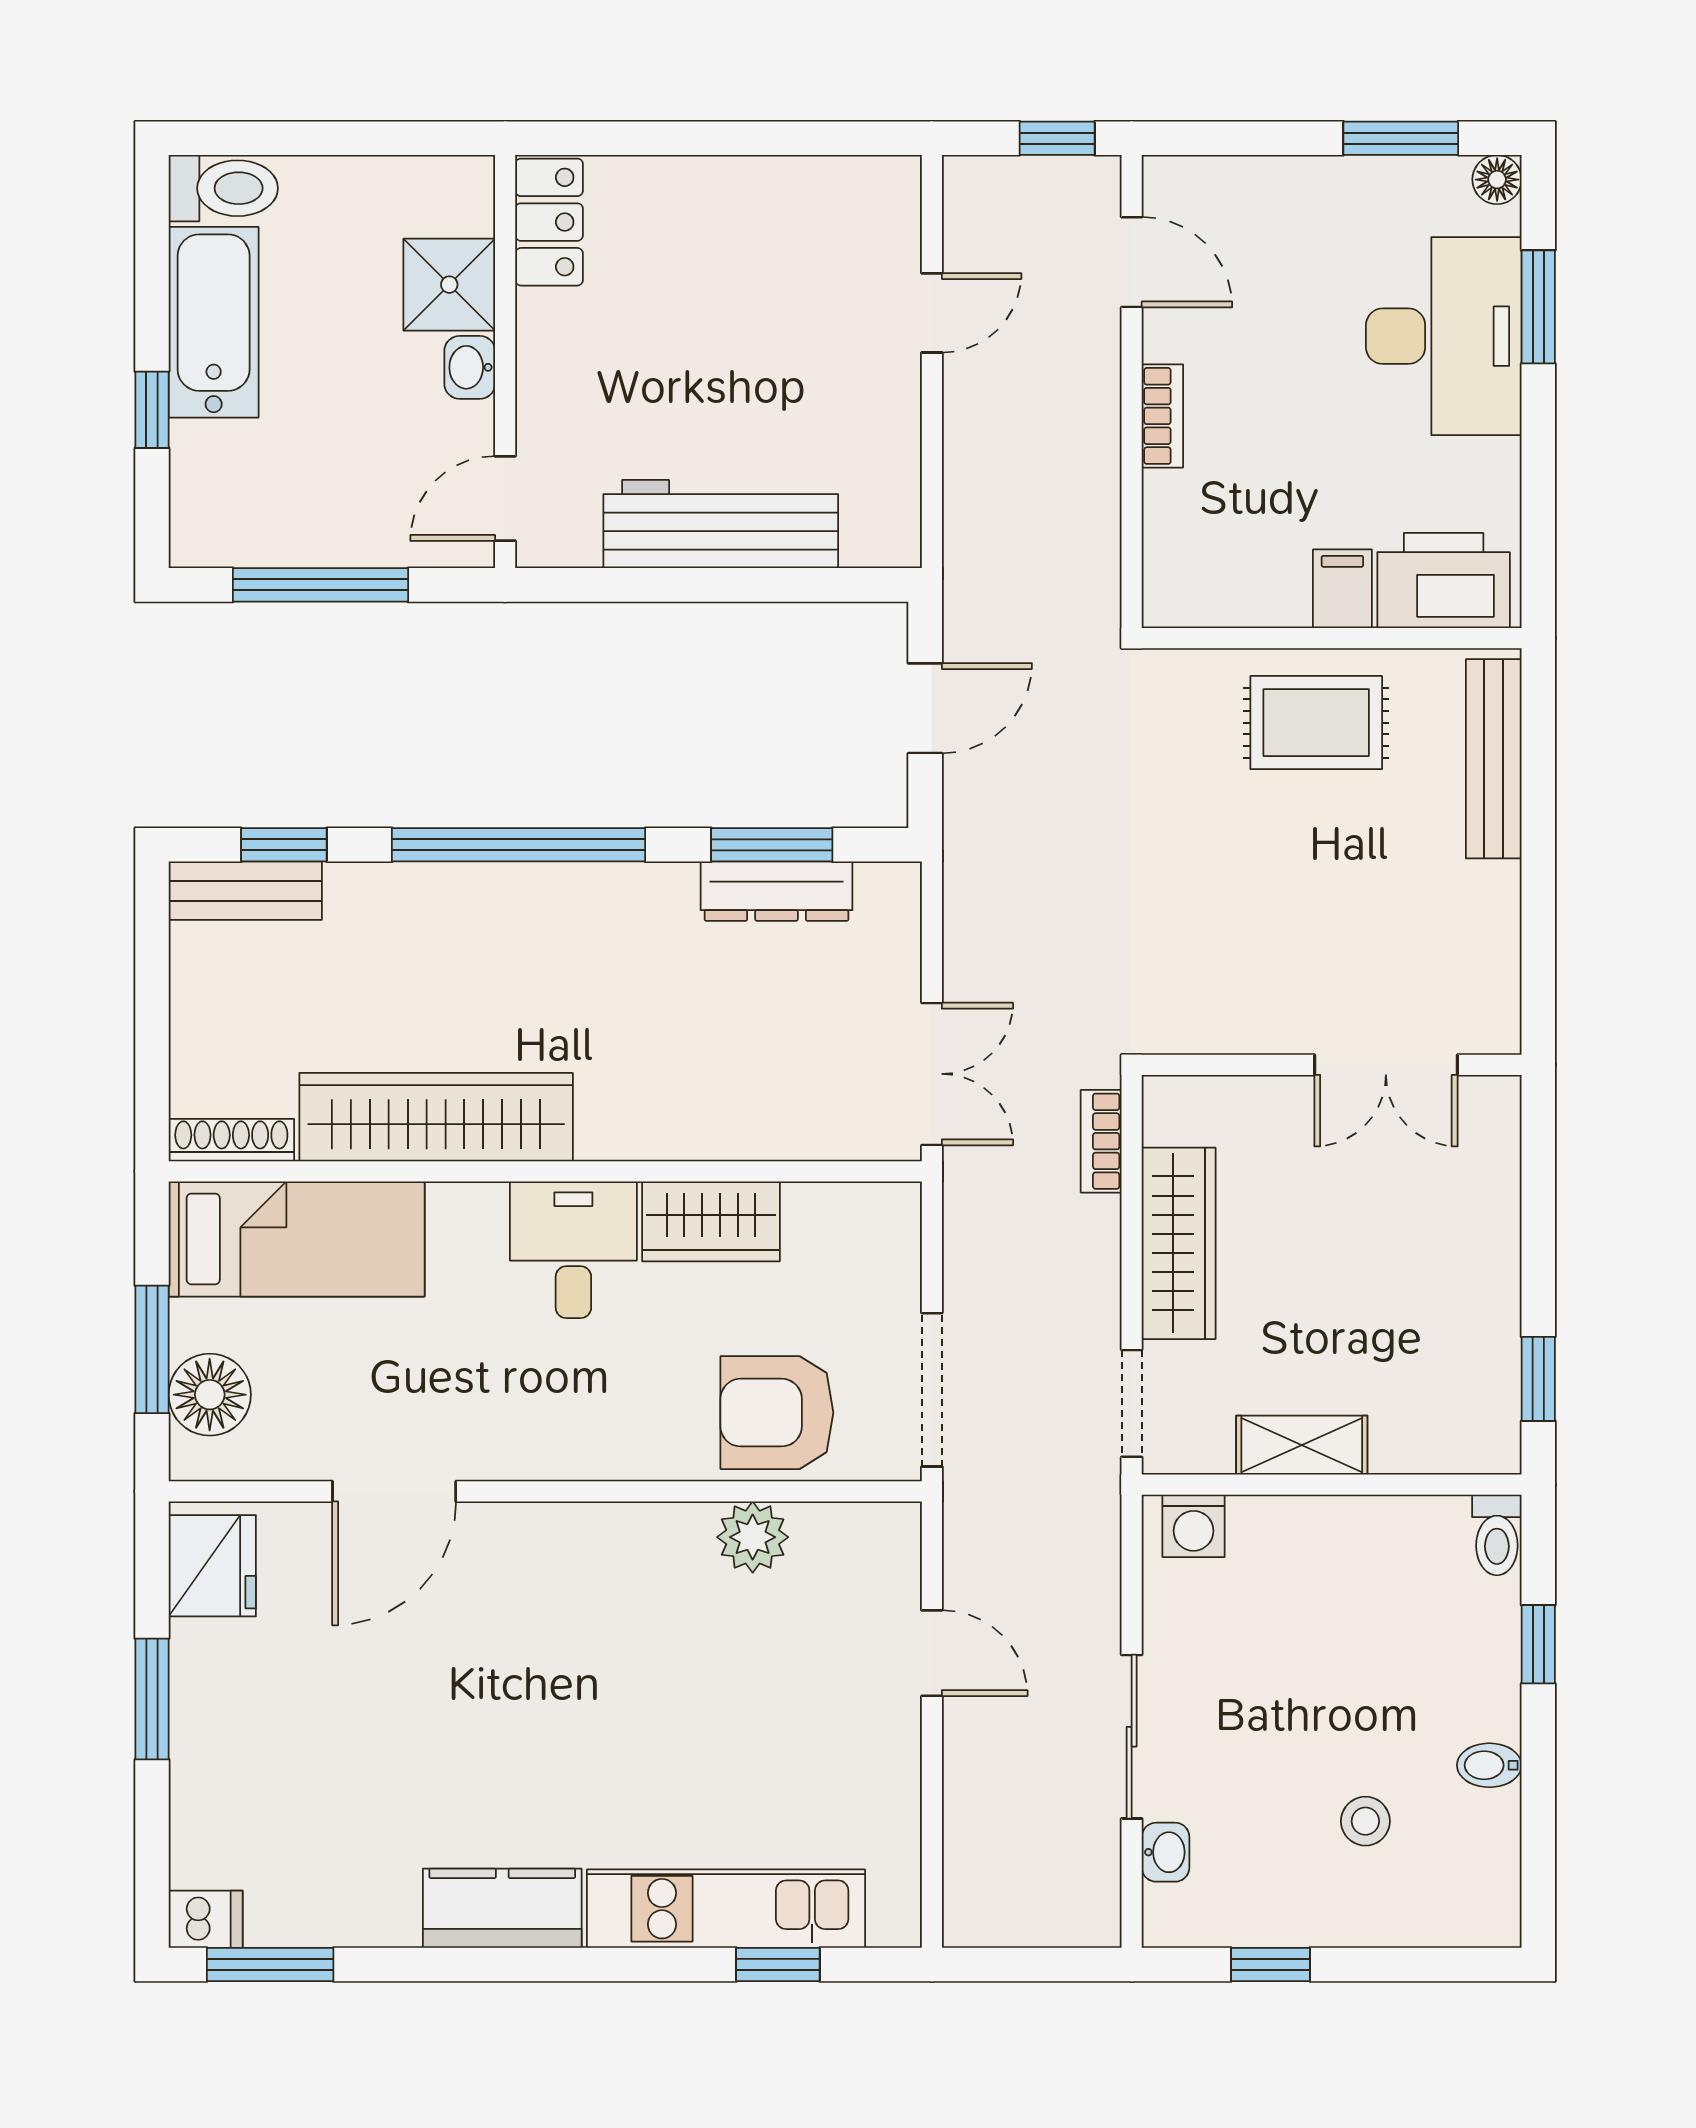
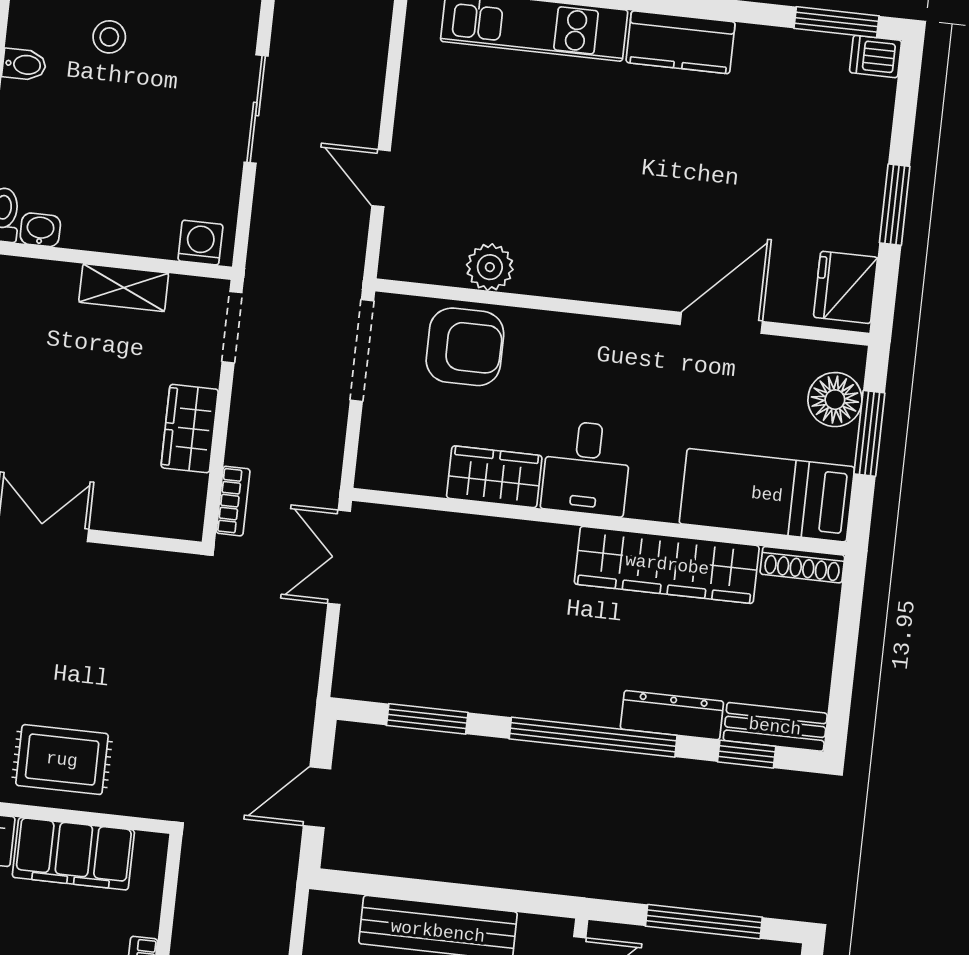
filing cabinet: (1342, 589) -> (73, 854), width x3.00, depth x1.17
dresser: (776, 891) -> (672, 715), moved
wardrobe: (1179, 1243) -> (190, 429), width x0.67
washbasin: (1166, 1852) -> (40, 230), moved, turned 90

